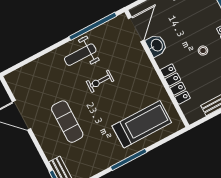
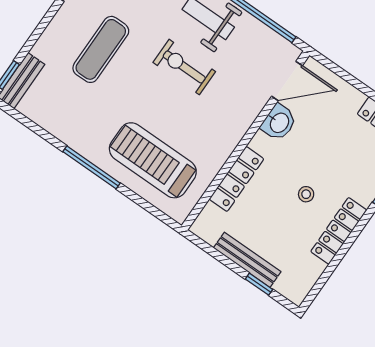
exercise bike: (100, 81) -> (184, 67), width x1.38, depth x1.39
treadmill: (142, 124) -> (153, 160), turned 180

